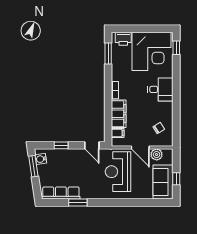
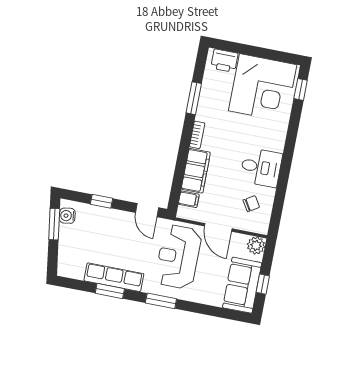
window: (108, 54) -> (194, 98), moved
desk: (160, 89) -> (261, 167), moved
plant: (157, 155) -> (256, 245), moved
row of seats: (61, 193) -> (114, 277), moved
window: (112, 202) -> (161, 301), added

